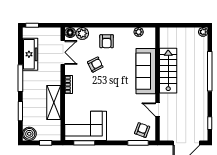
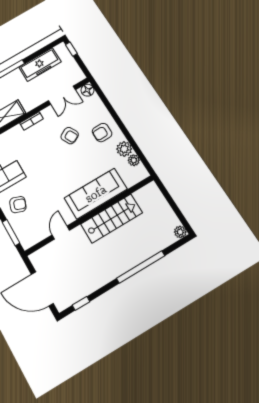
plant: (82, 33) -> (124, 149), moved
armchair: (142, 130) -> (18, 205), moved

